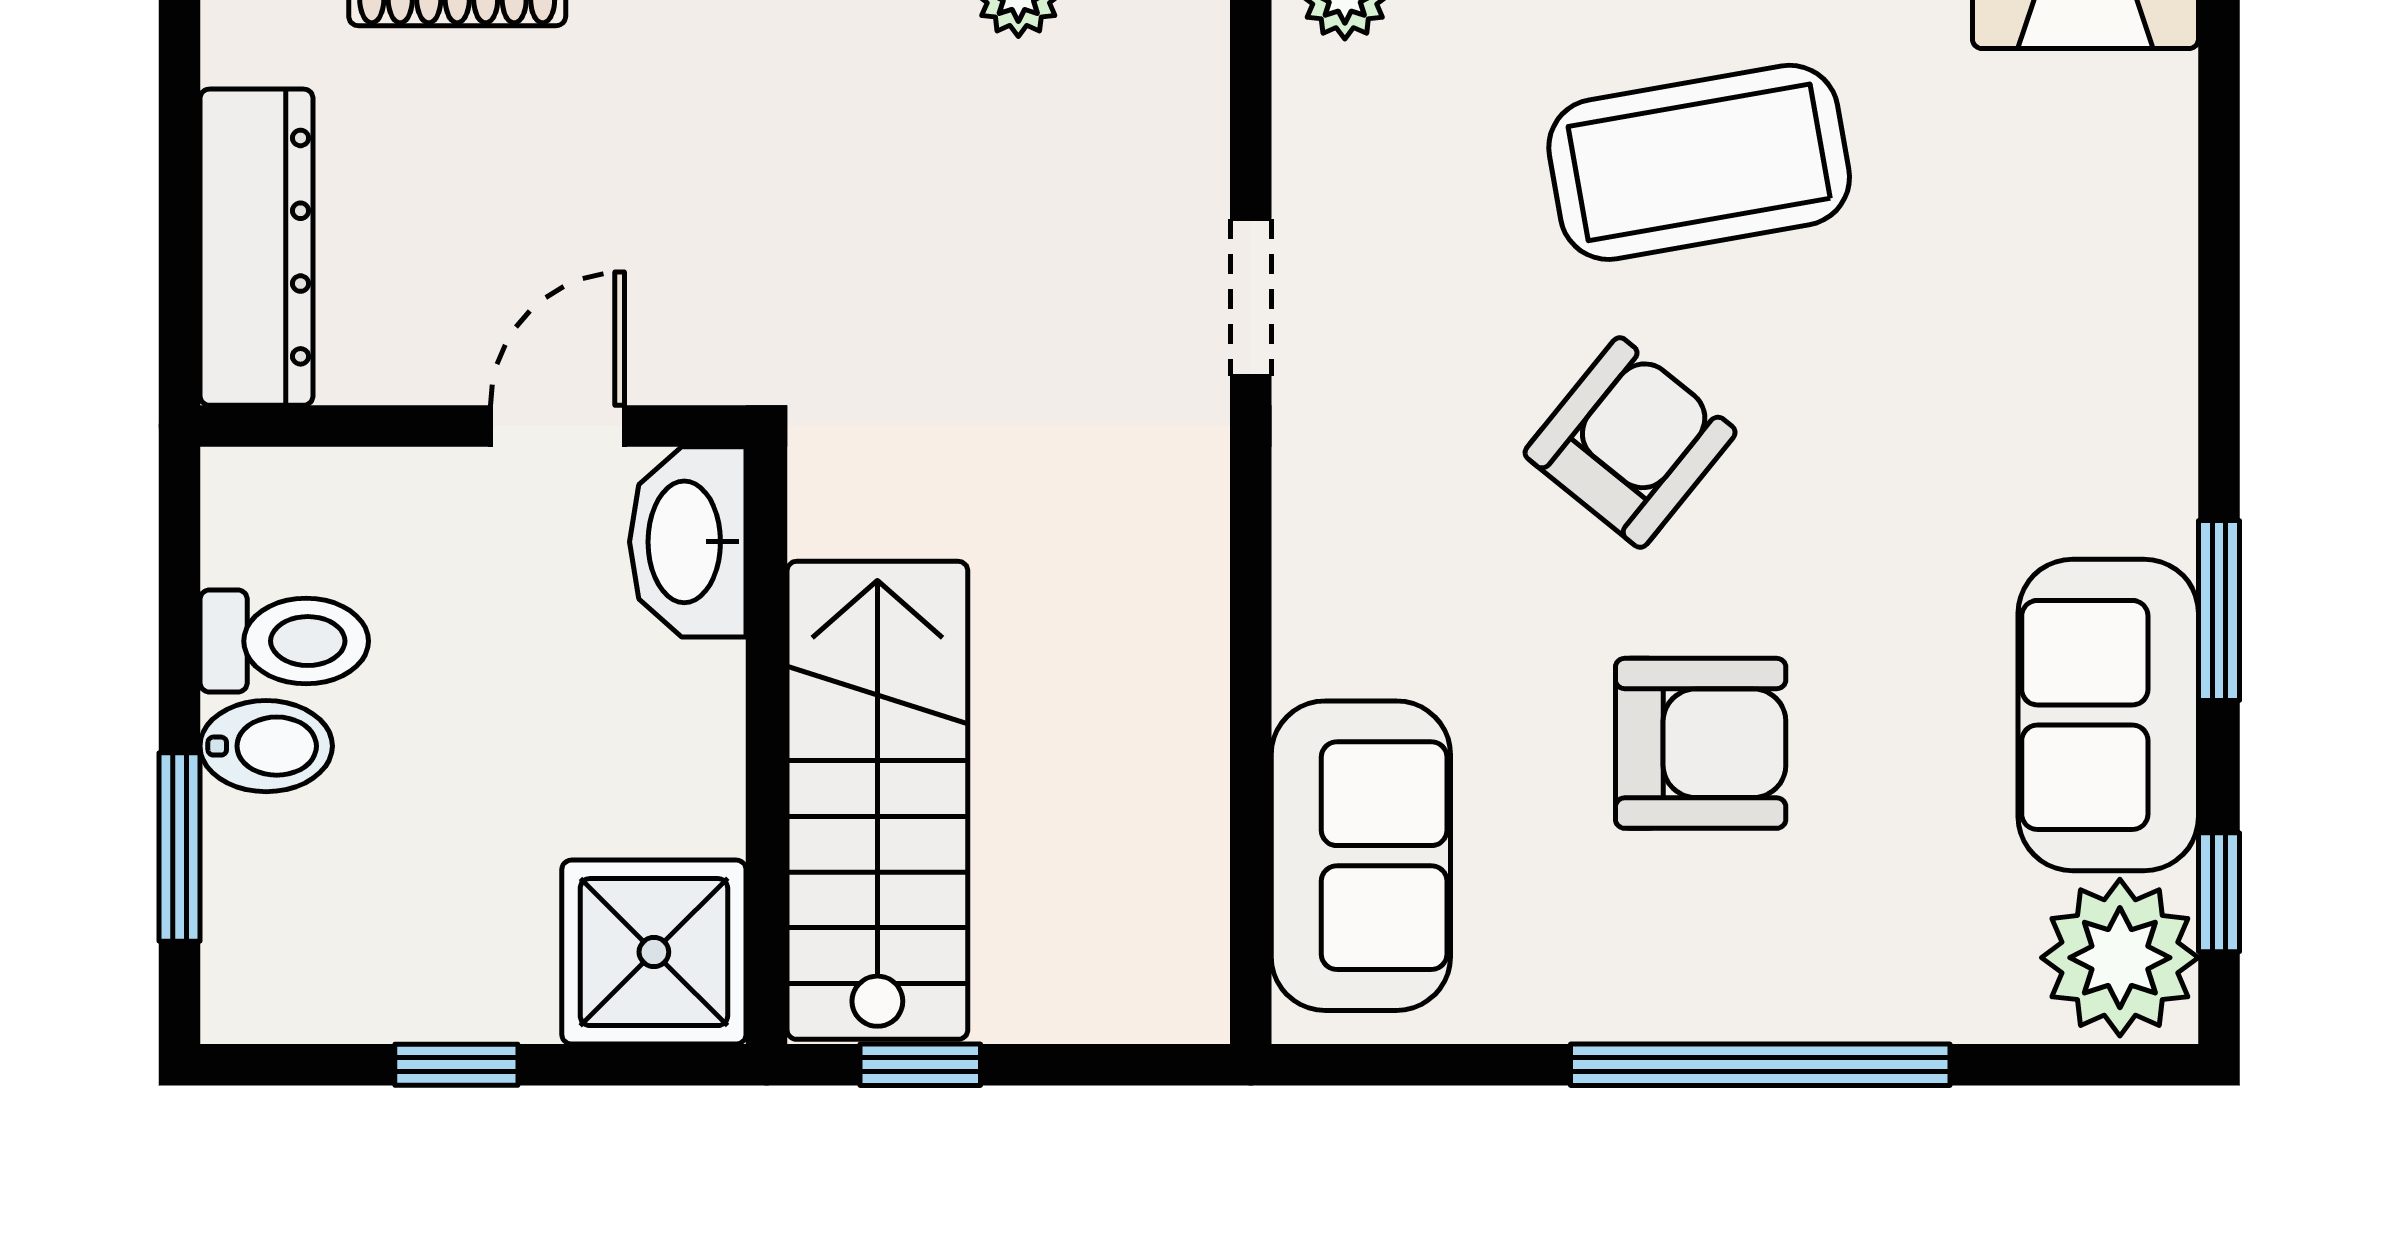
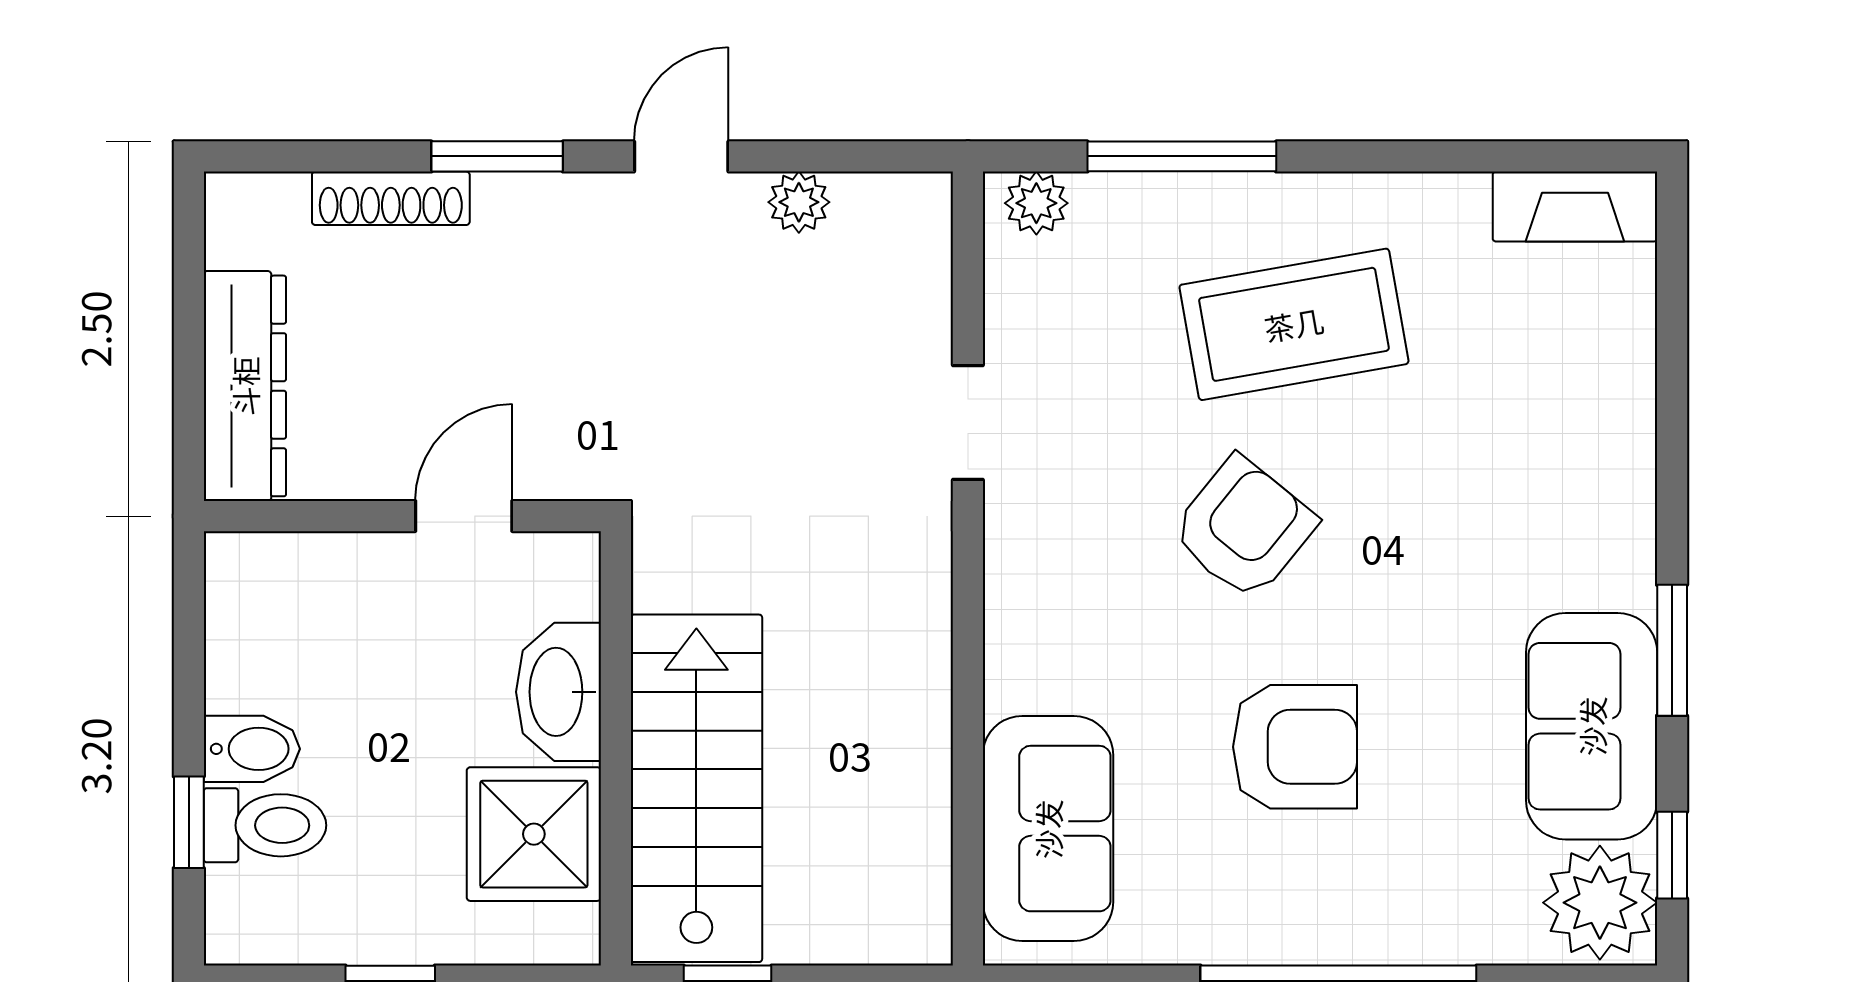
washbasin: (688, 542) -> (558, 692), moved
toilet: (284, 641) -> (265, 825), moved
window: (179, 847) -> (189, 822), width x0.67
shower: (654, 952) -> (534, 834), moved

